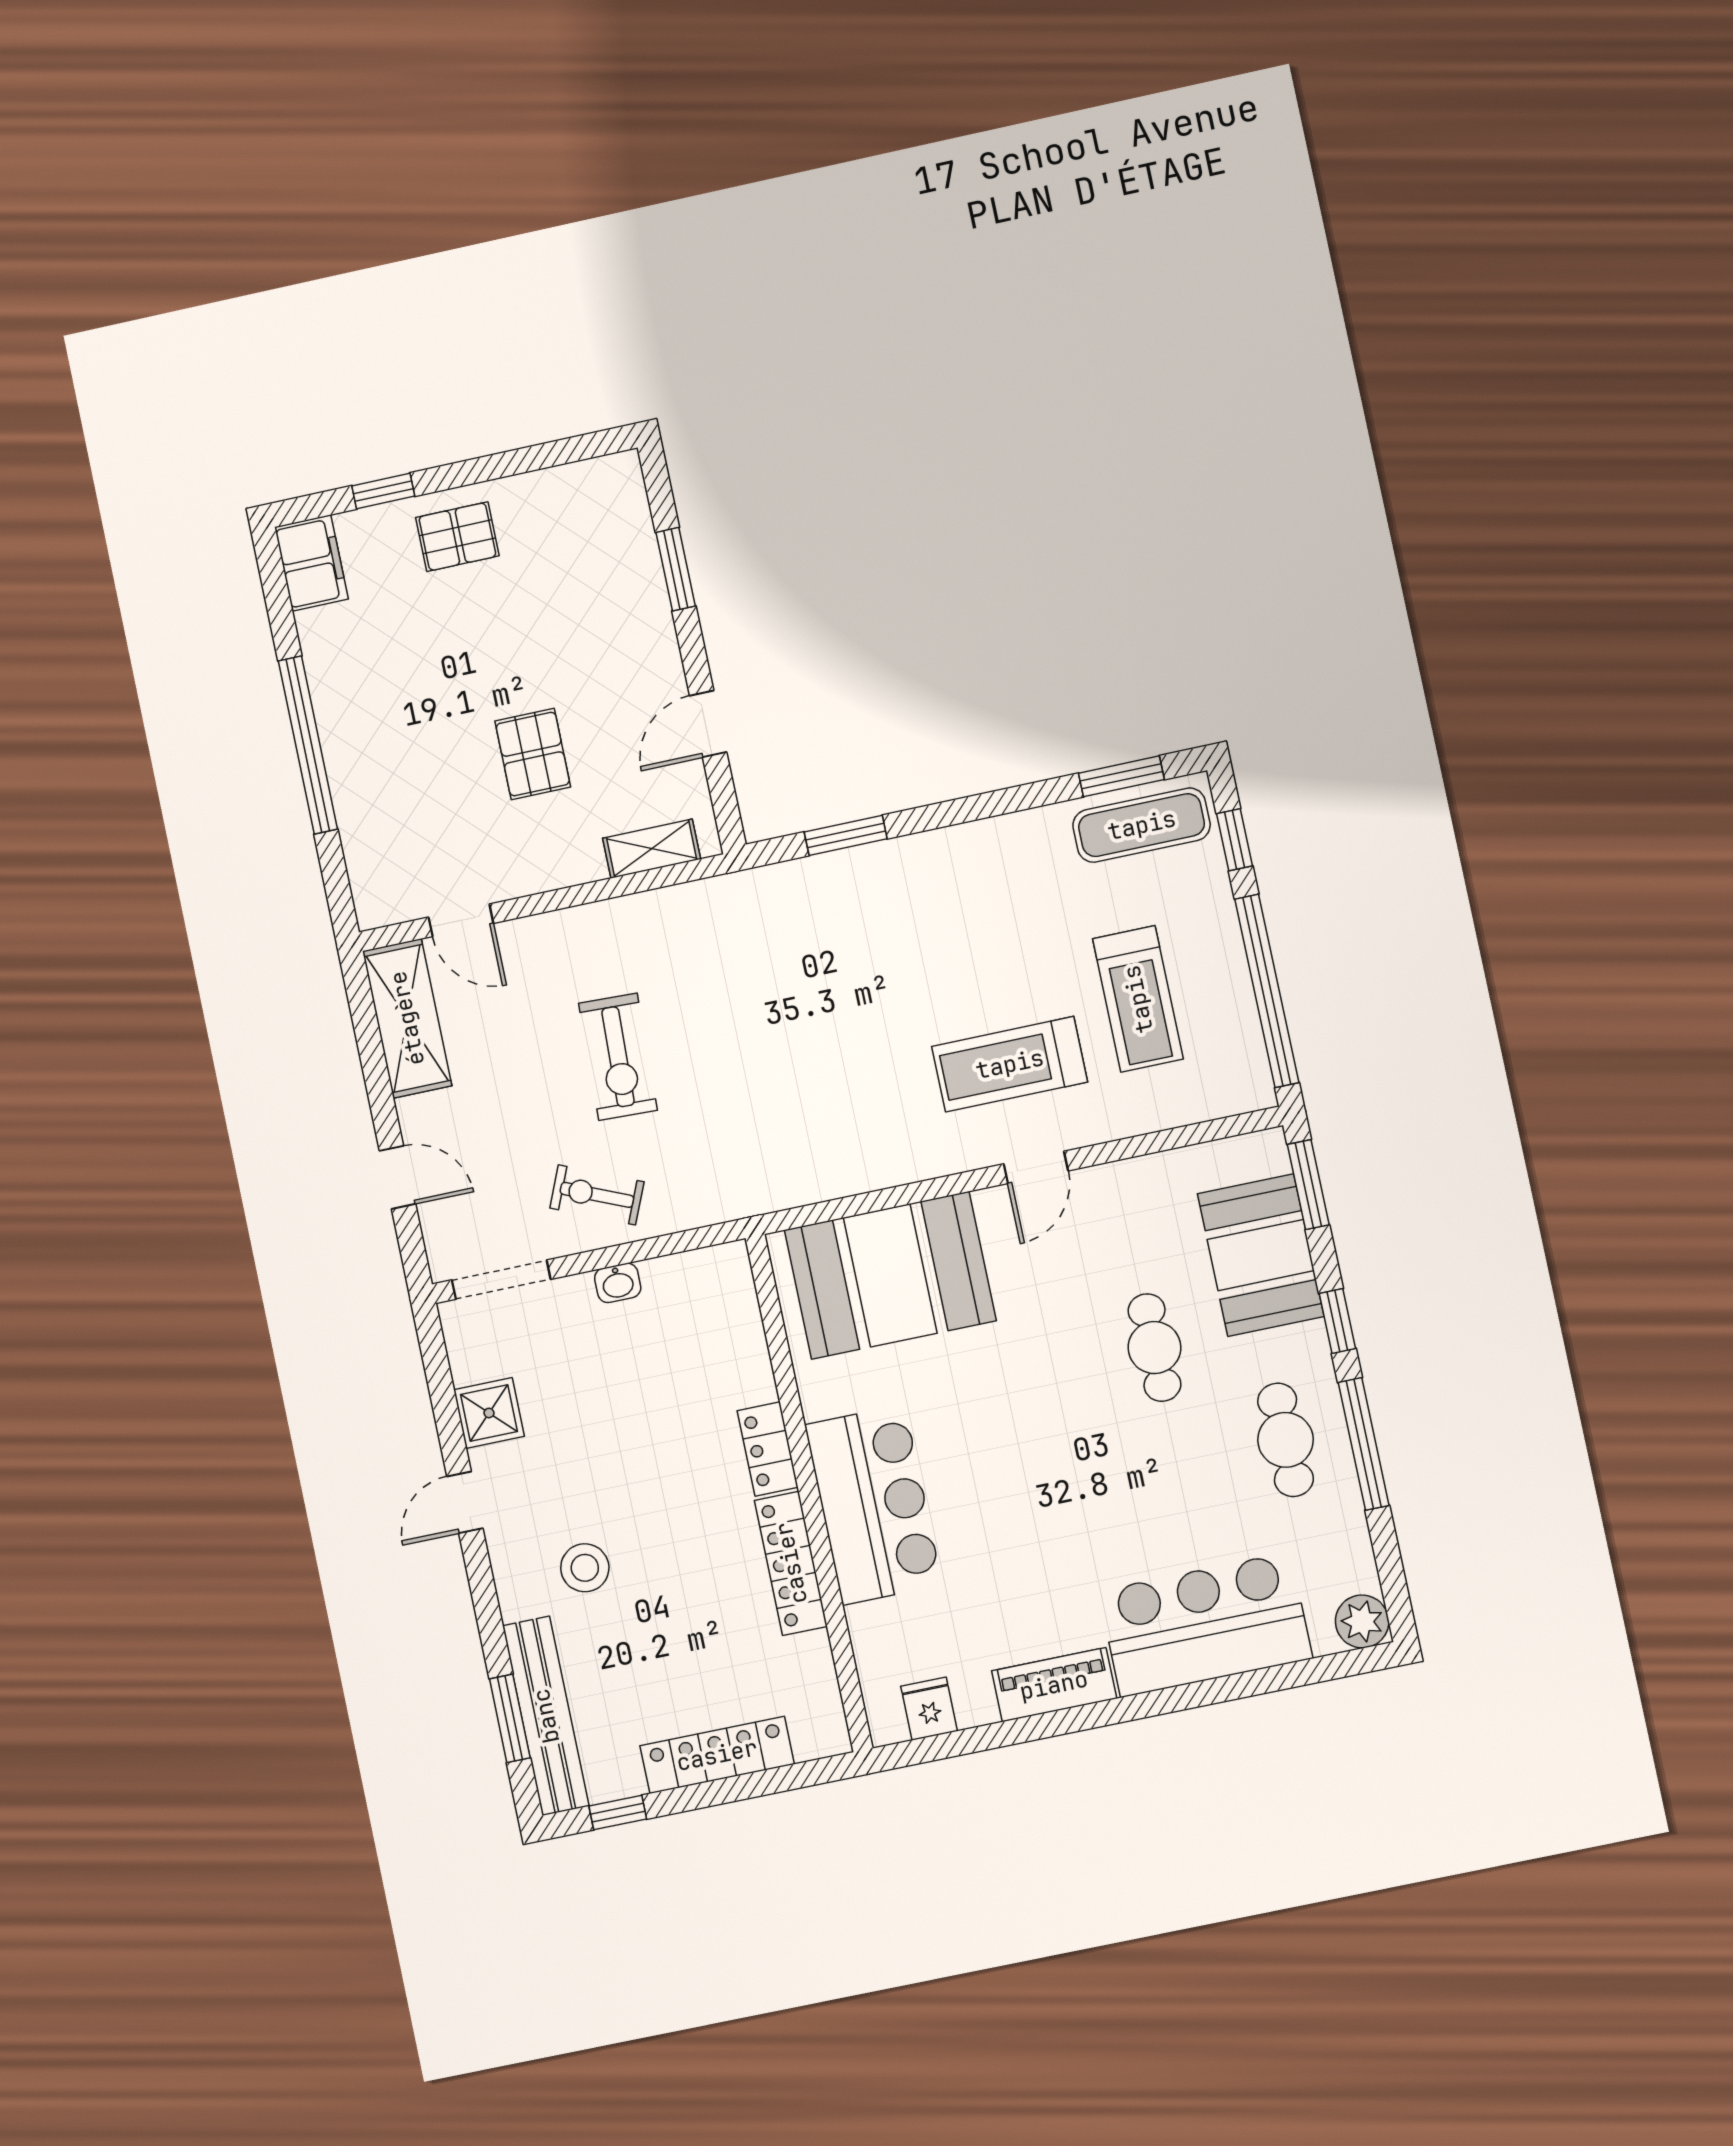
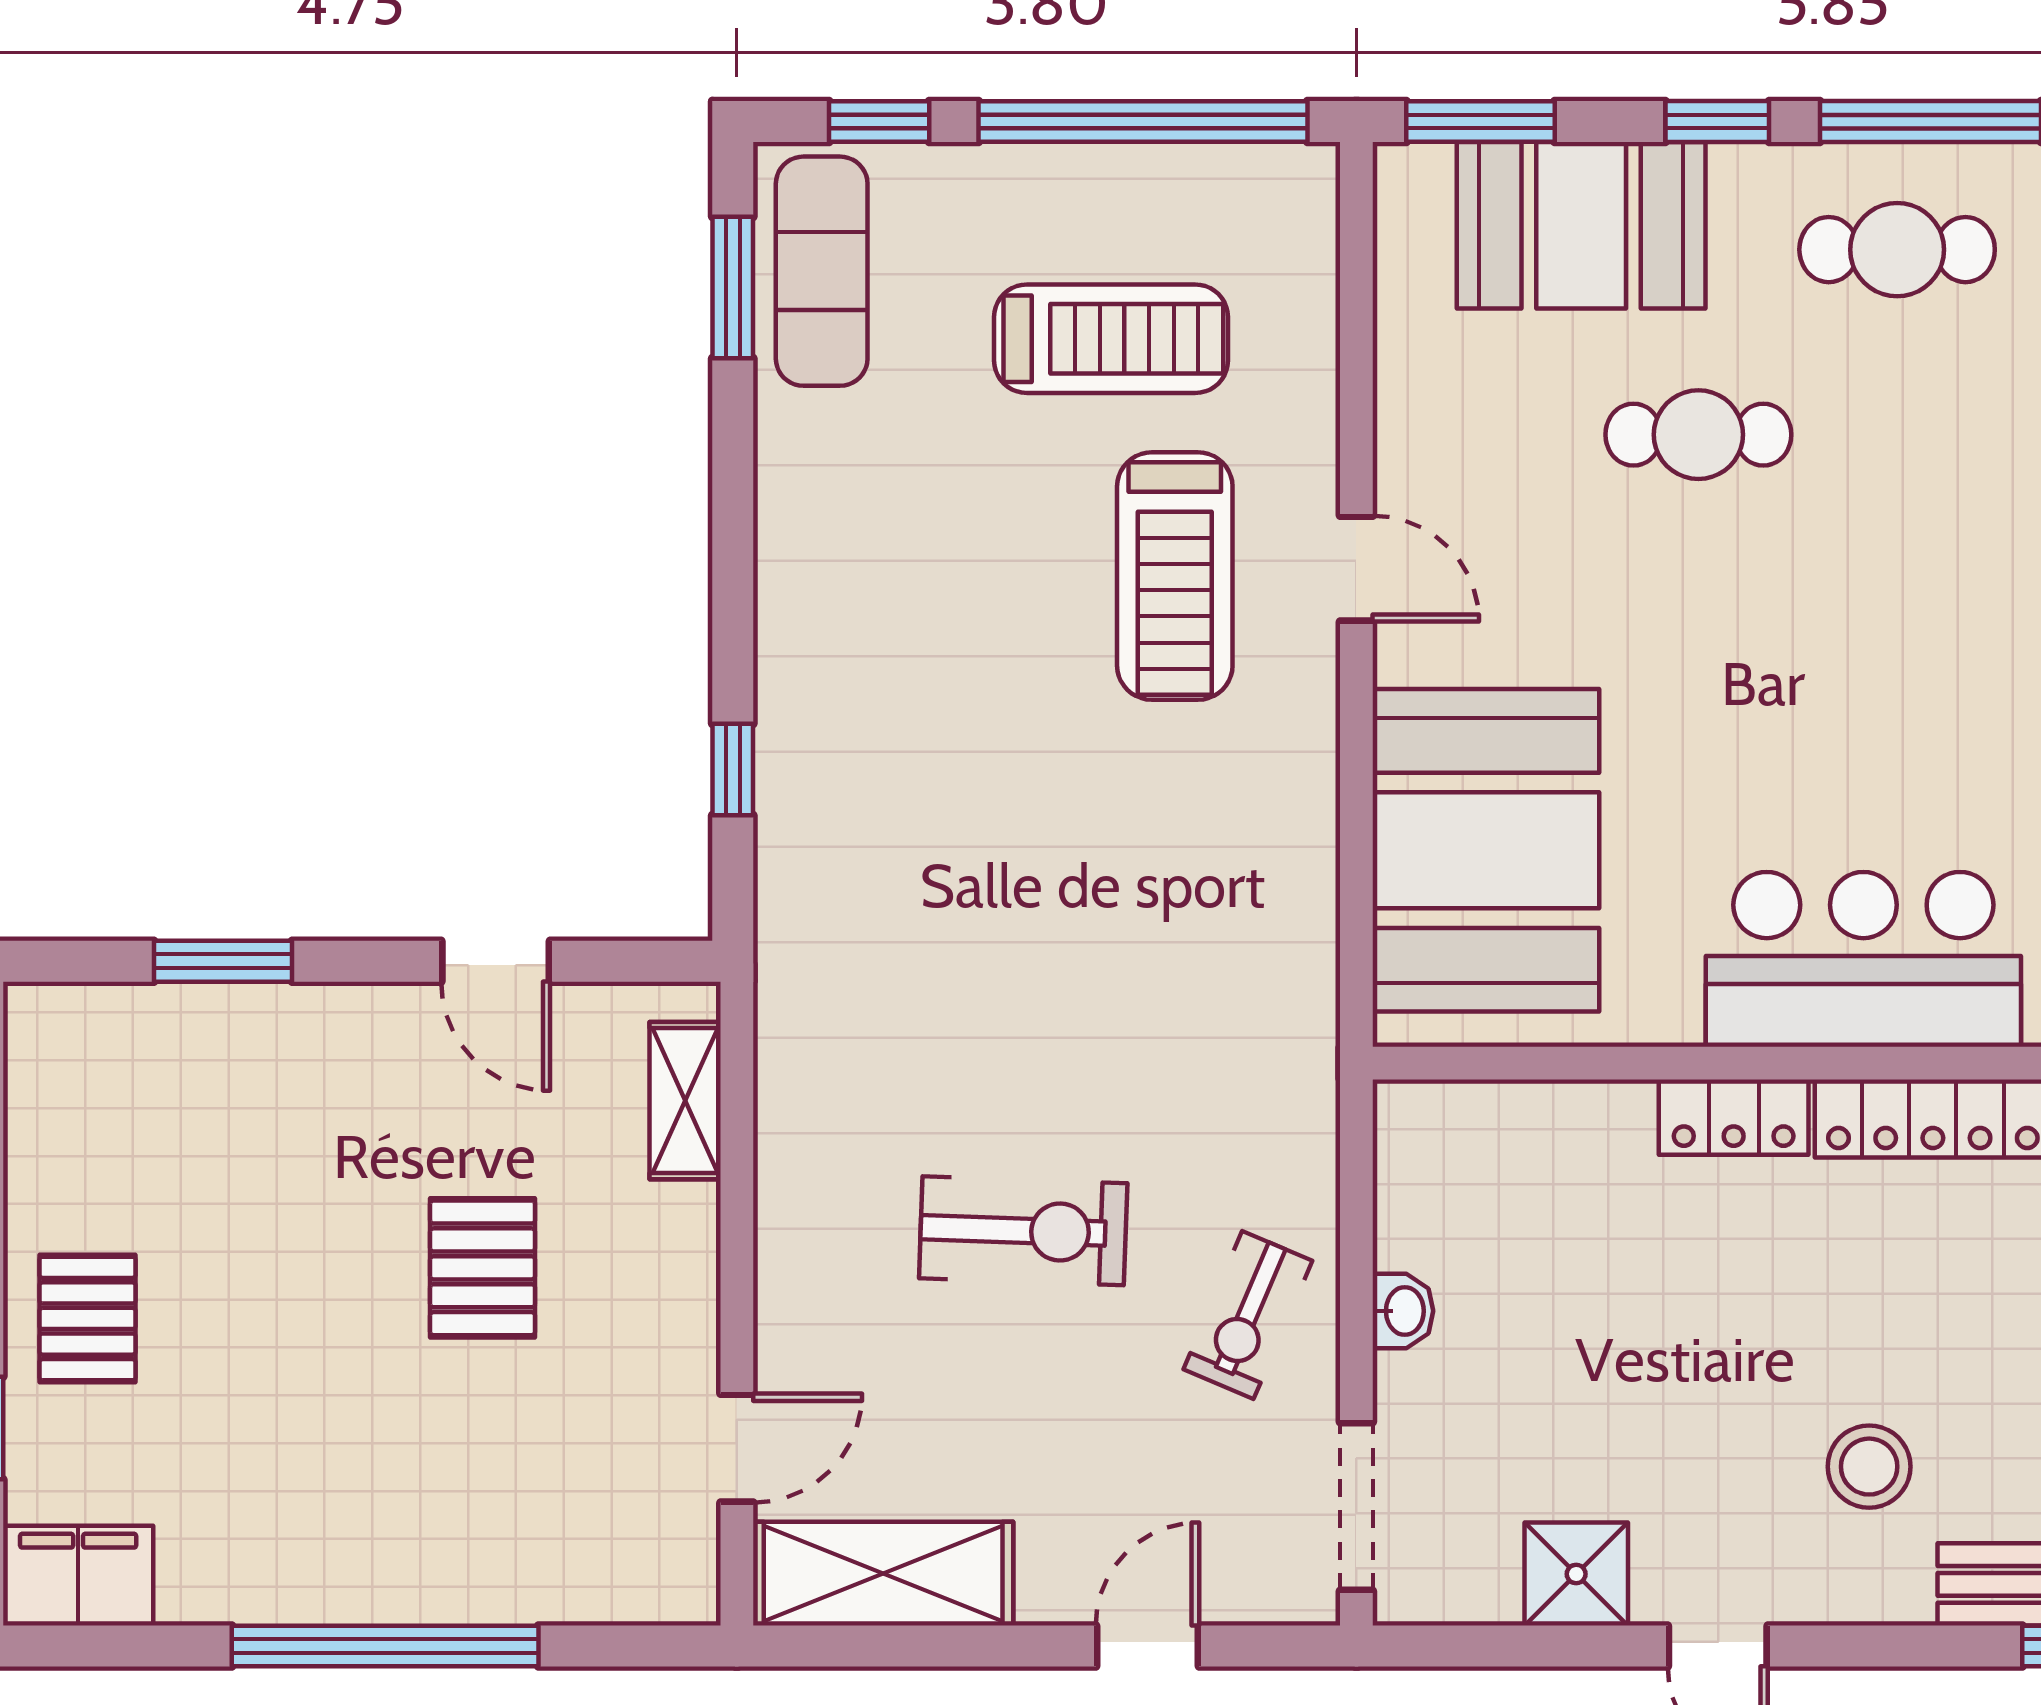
pallet: (533, 754) -> (483, 1268), turned 90
window: (846, 835) -> (733, 770), width x0.67

